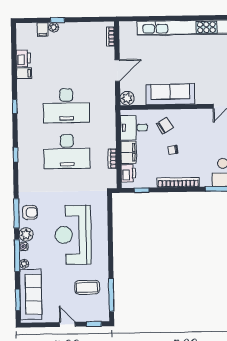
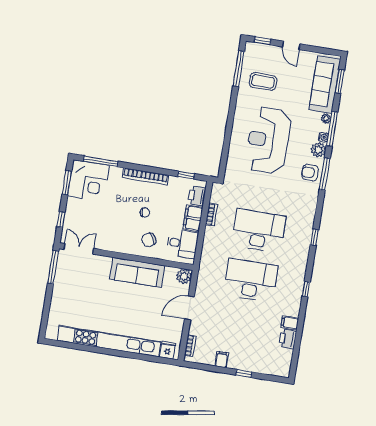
plant: (54, 27) -> (249, 366), removed
fridge: (130, 29) -> (168, 350), added
filing cabinet: (43, 30) -> (222, 360), moved
reception desk: (73, 235) -> (268, 140), turned 180

